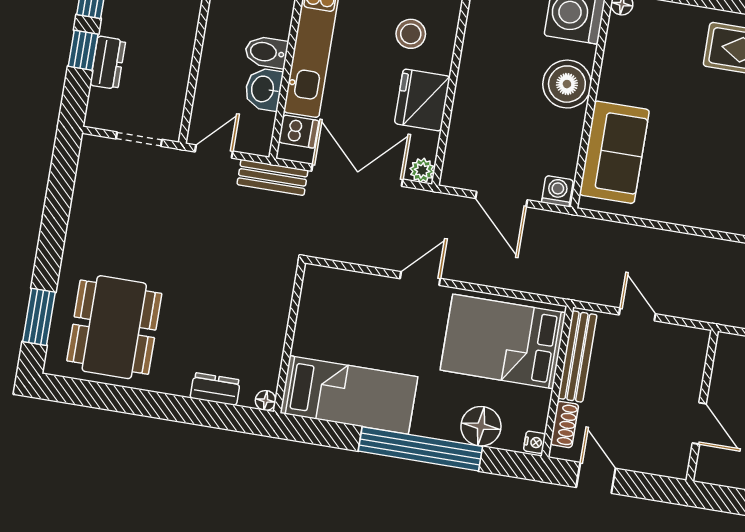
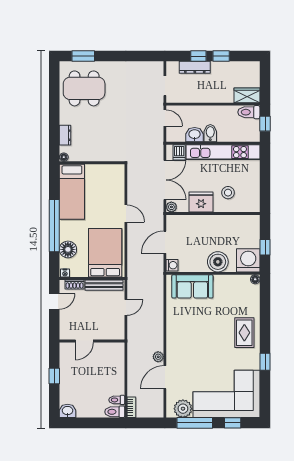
dresser: (108, 63) -> (195, 67), width x1.44
bench: (272, 177) -> (158, 144), removed

